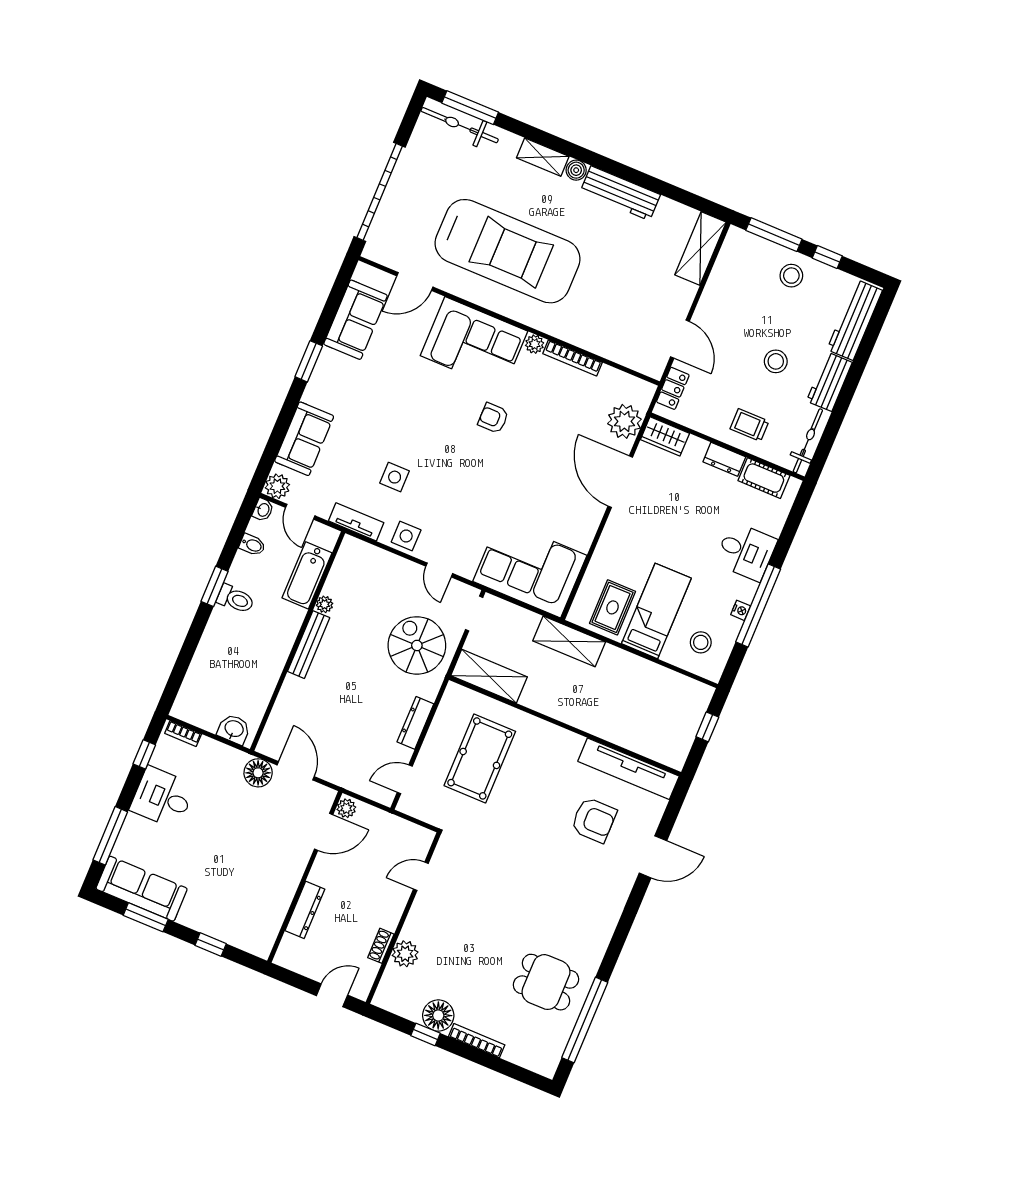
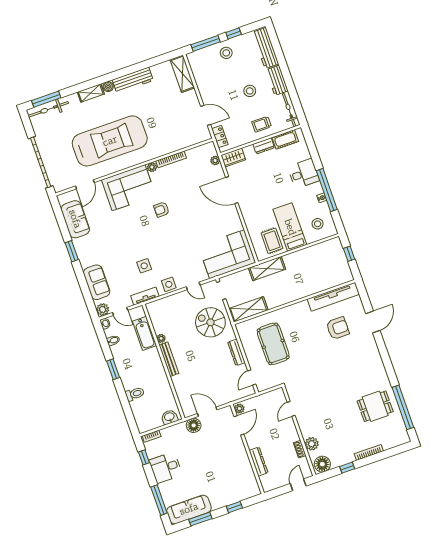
plant: (624, 421) -> (215, 160), width x0.53, depth x0.53
toilet: (236, 599) -> (135, 394), moved
floor lamp: (438, 1015) -> (322, 464), moved

